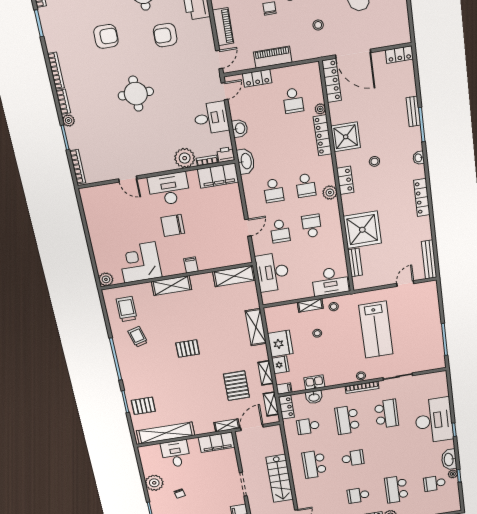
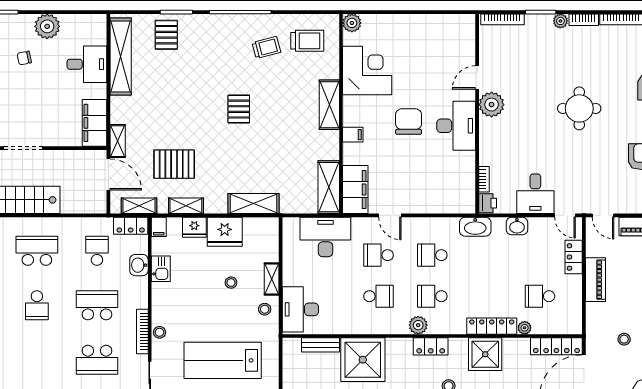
plant: (185, 158) -> (492, 105), moved
filing cabinet: (218, 176) -> (355, 189), moved, turned 180

